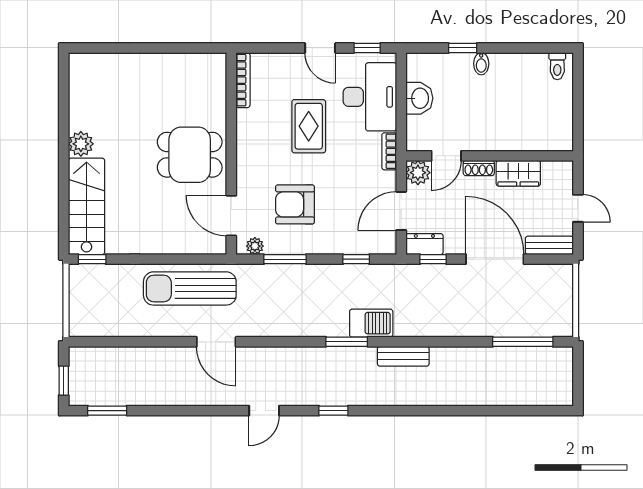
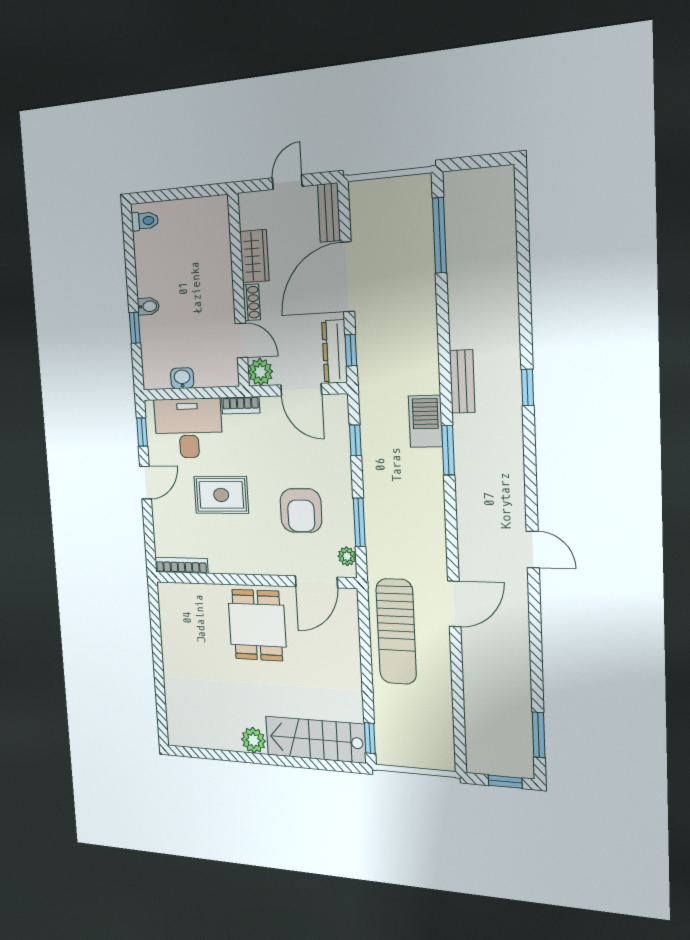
washbasin: (419, 98) -> (182, 378), width x0.72, depth x0.69
dresser: (424, 244) -> (335, 352), width x1.44
window: (333, 411) -> (528, 387), moved

